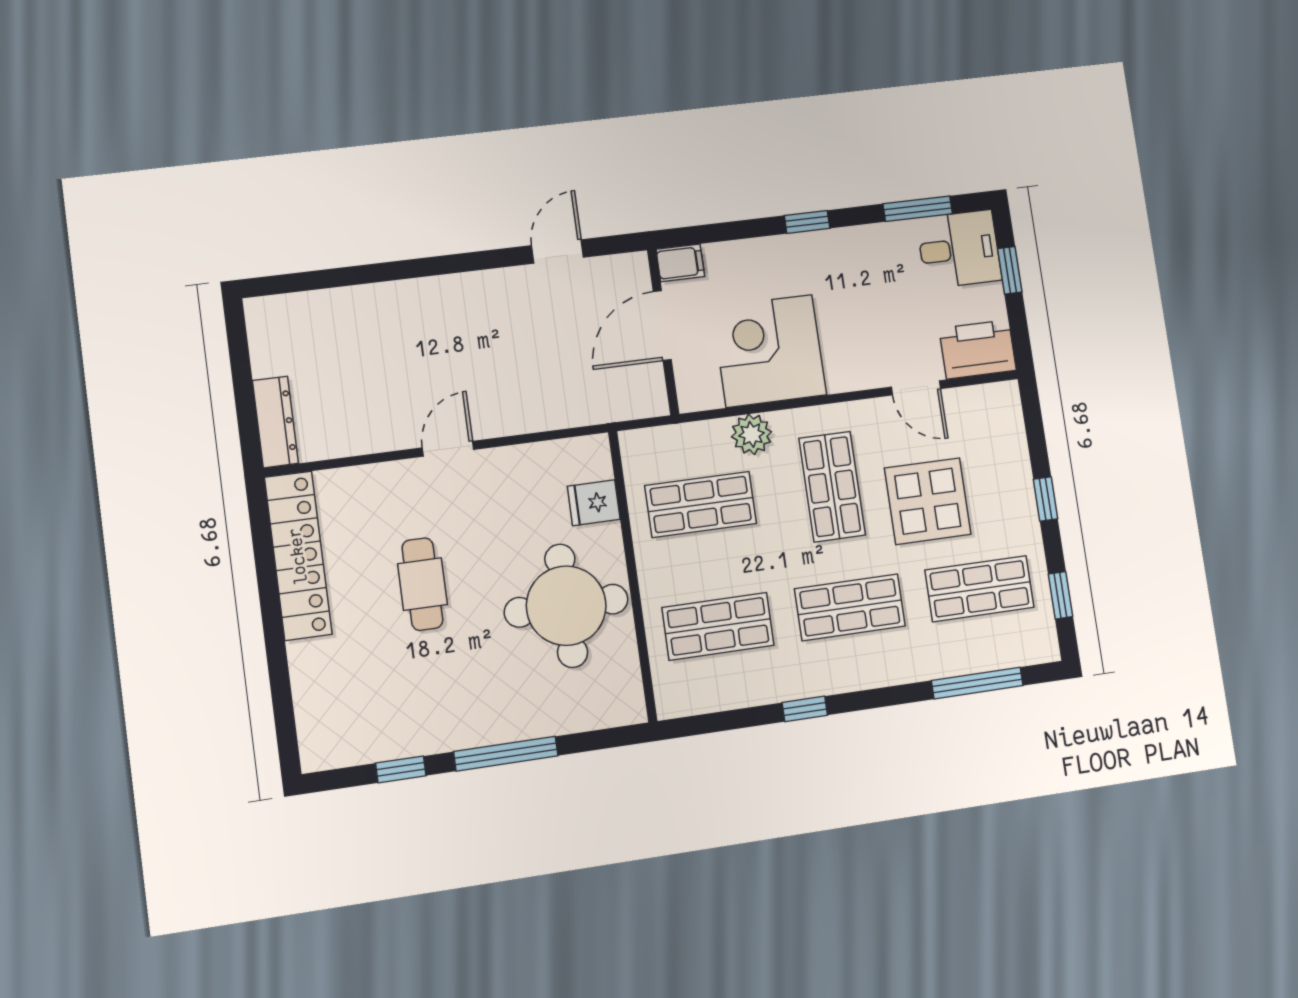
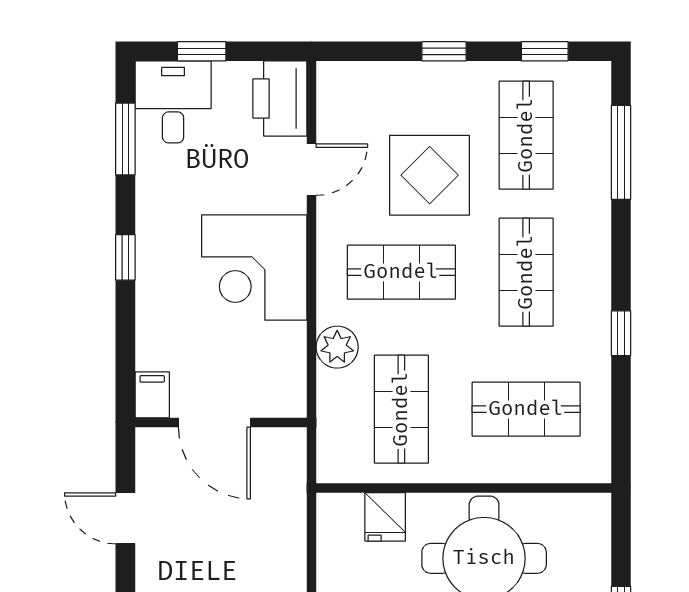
corner desk: (769, 351) -> (254, 268), moved
shop shelf: (718, 626) -> (526, 409), turned 90

